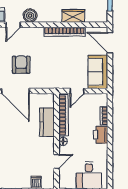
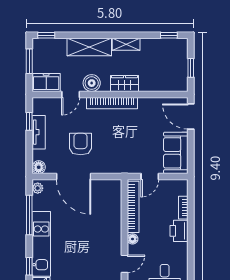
wardrobe: (73, 16) -> (124, 83), moved
bookcase: (65, 32) -> (112, 103), moved
kitchen counter: (47, 122) -> (113, 215), removed

